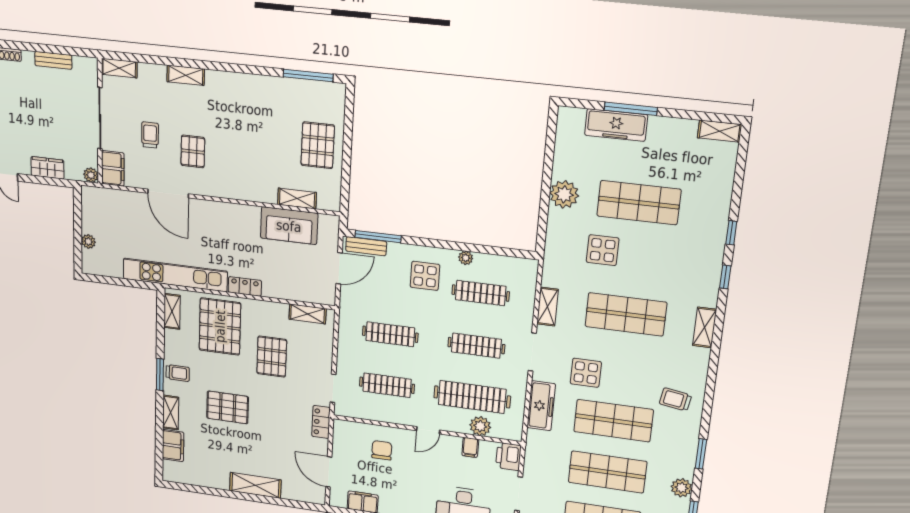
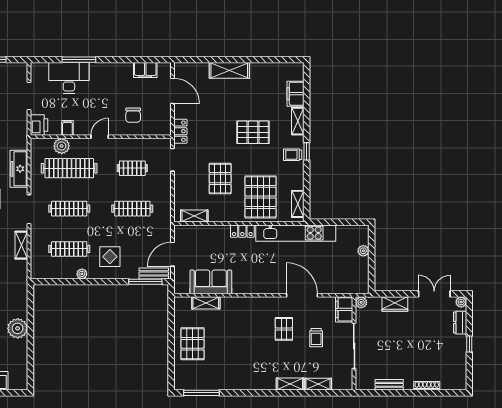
shelving: (119, 68) -> (318, 384), moved
window: (160, 375) -> (307, 151), width x0.67
clothes rail: (387, 385) -> (132, 168), width x0.73

